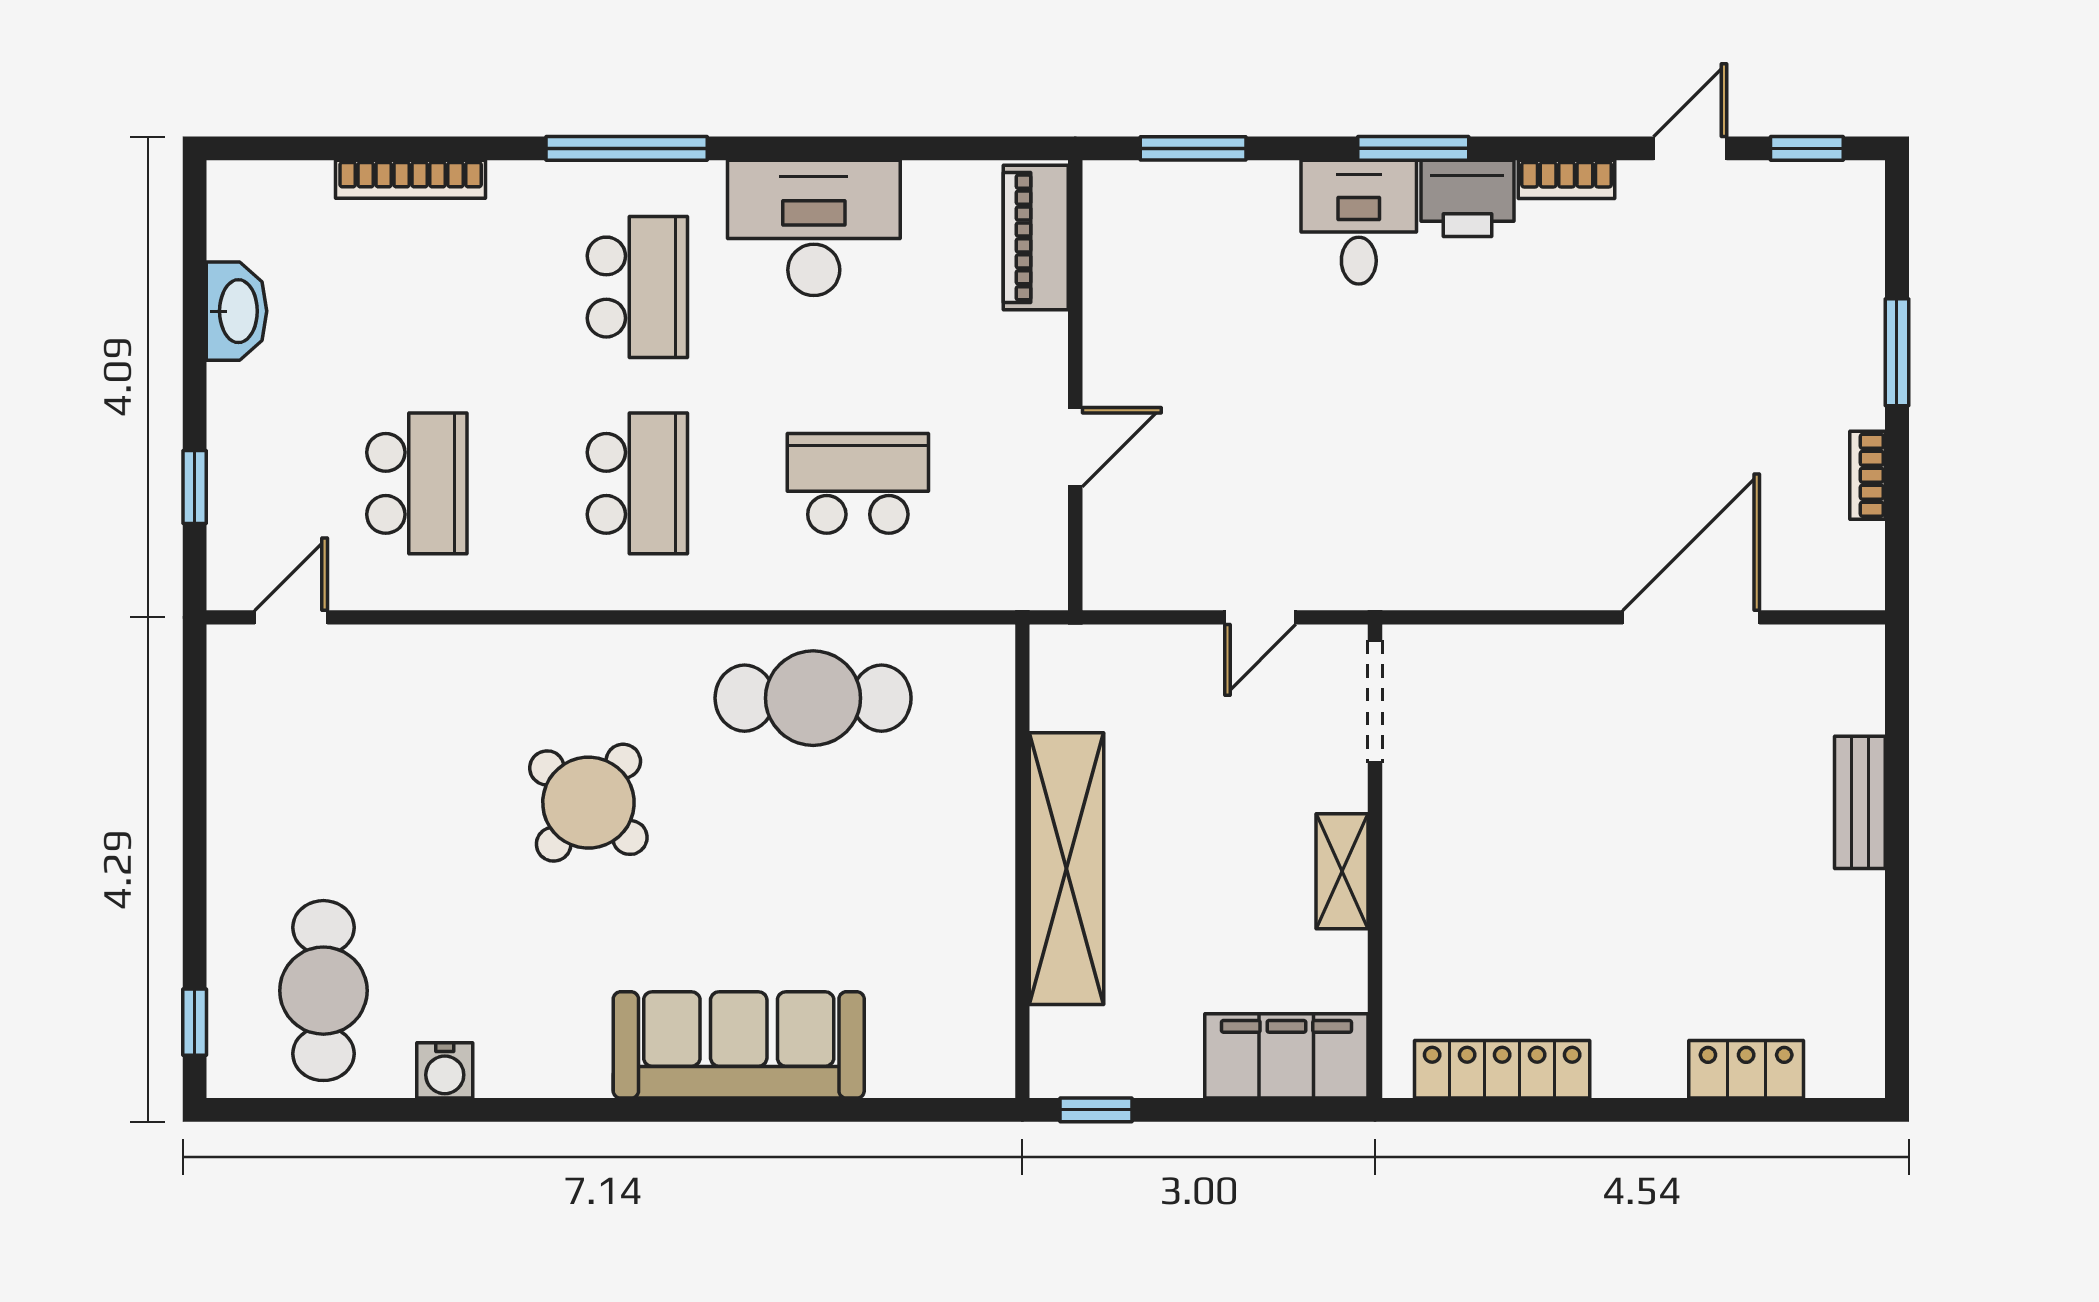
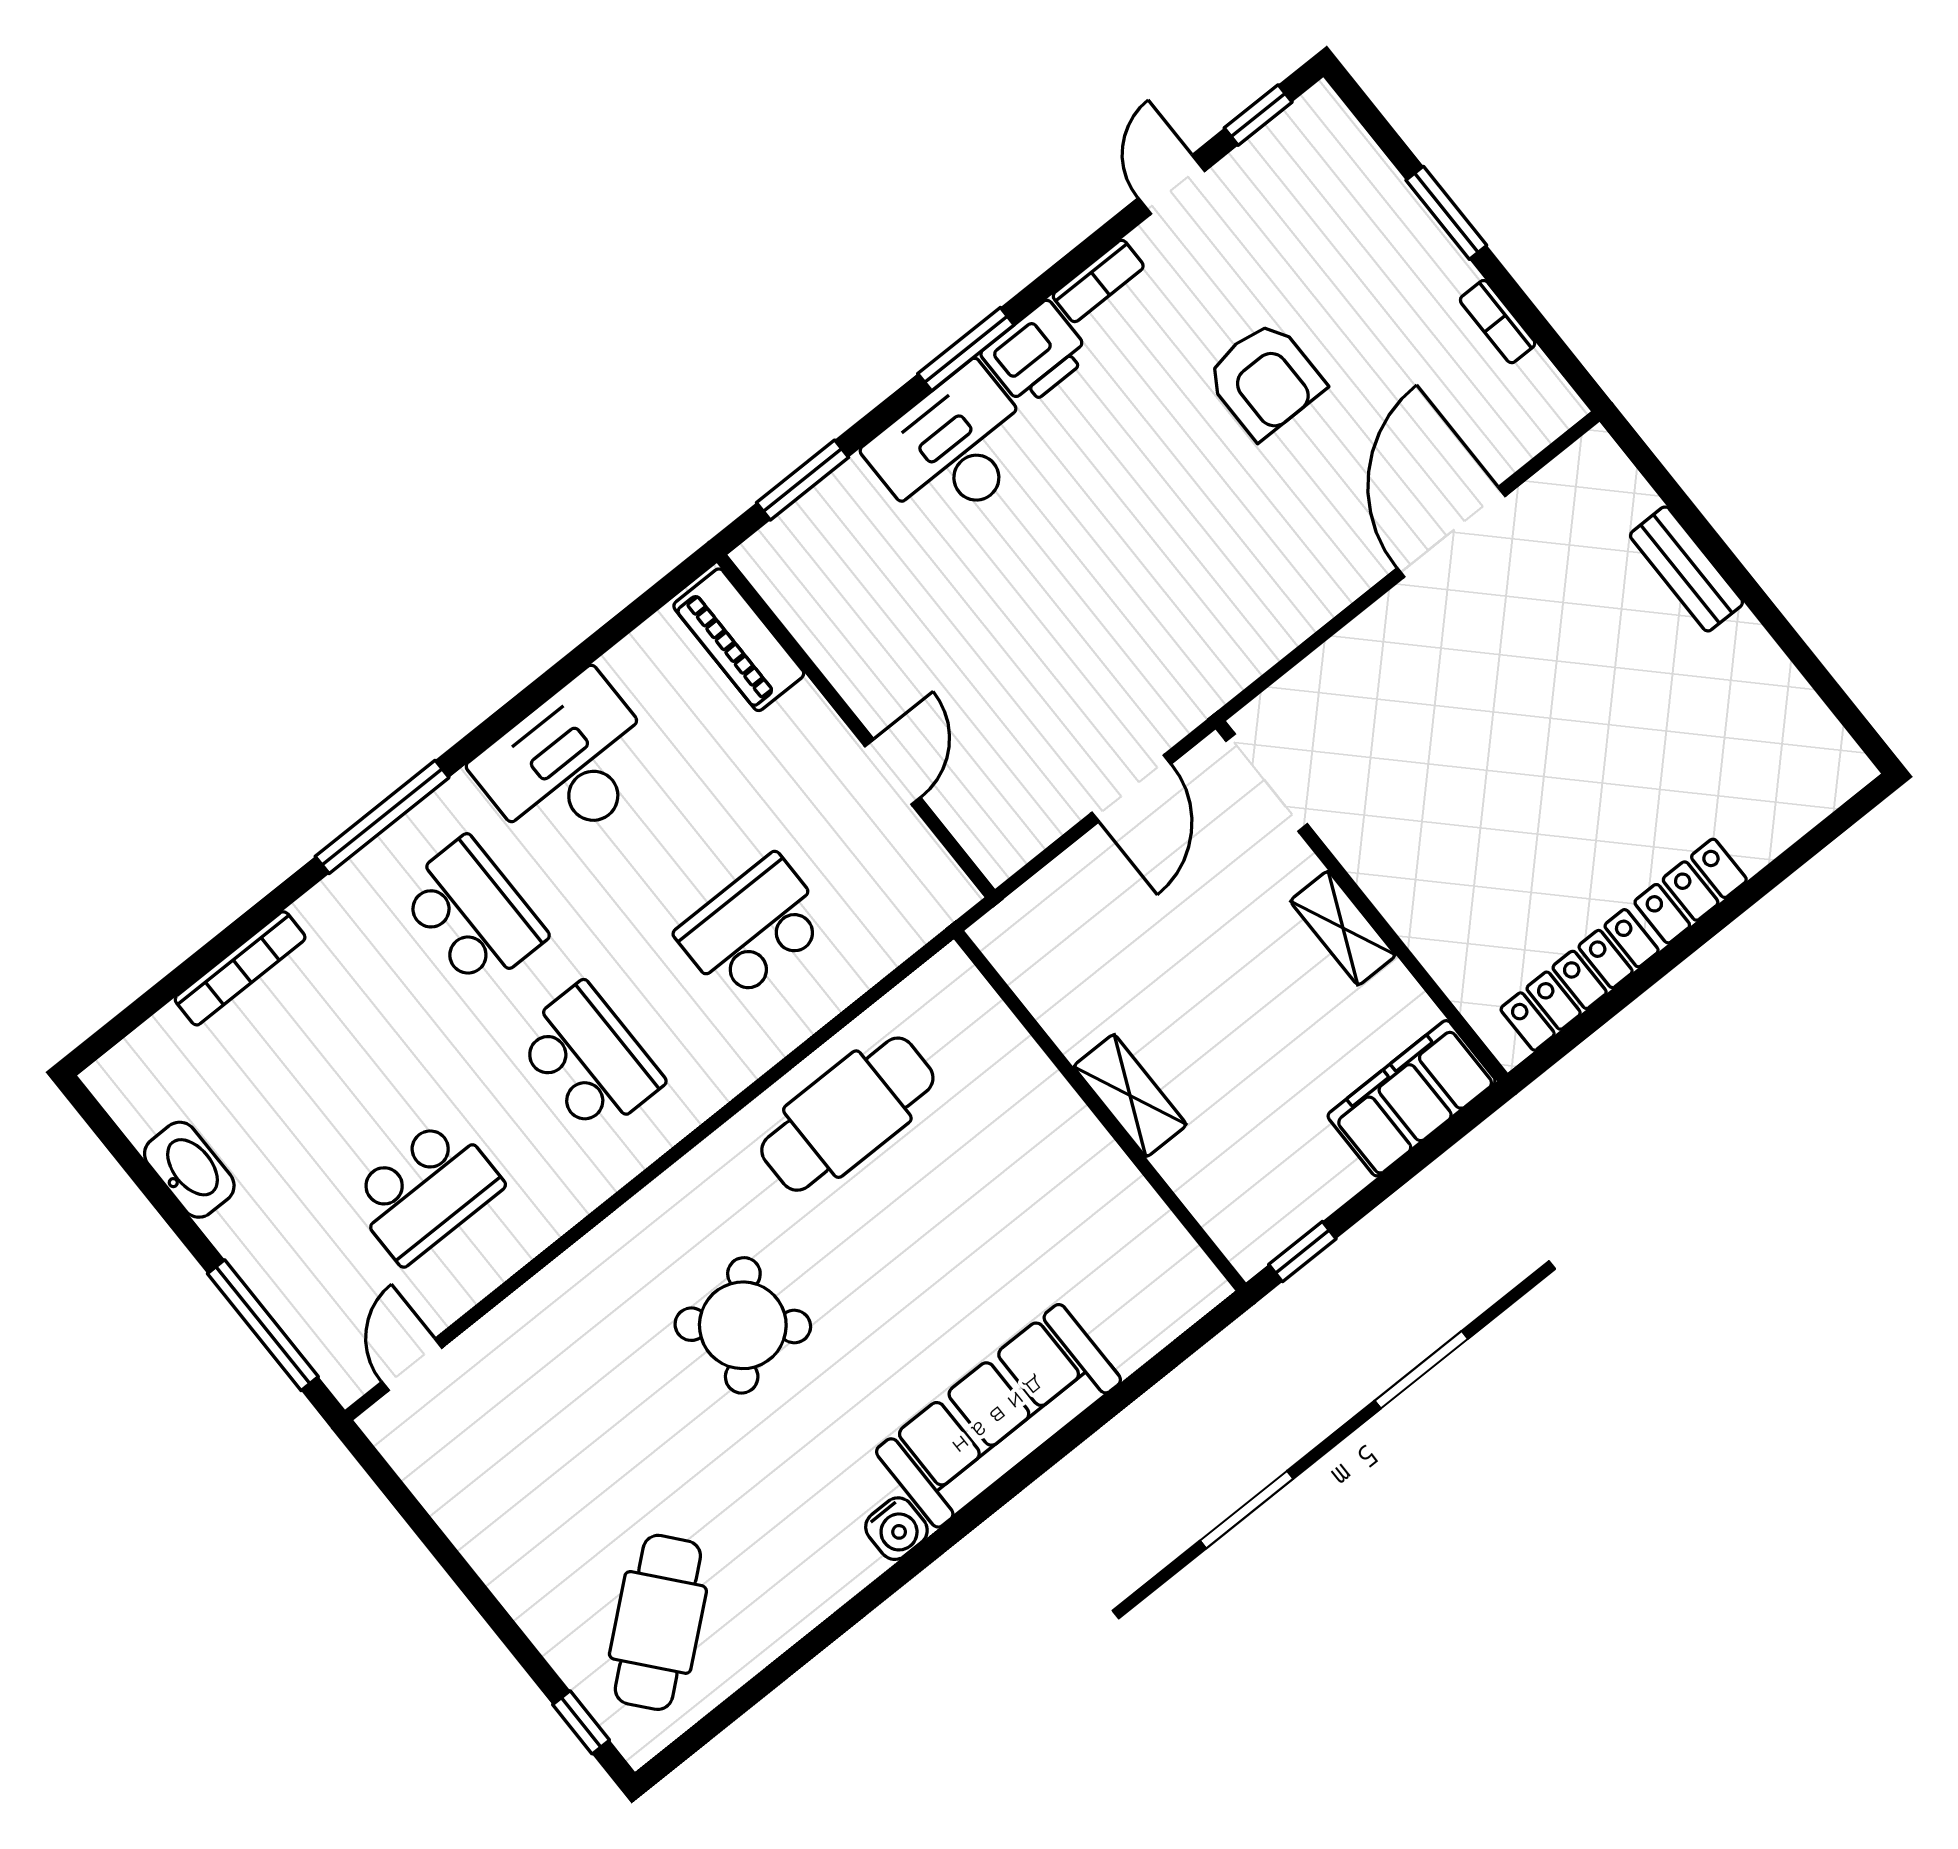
desk: (1359, 222) -> (954, 449), width x1.37
armchair: (1638, 370) -> (1265, 380), added
school desk: (417, 483) -> (426, 1190), turned 90
window: (195, 487) -> (263, 1325), width x2.17
door: (1260, 617) -> (1131, 788), width x1.37
shelving: (1066, 869) -> (1130, 1096), width x0.45, depth x0.75
cafe table: (323, 991) -> (658, 1622), turned 50
locker: (1746, 1069) -> (1691, 891), moved
water cooler: (445, 1070) -> (896, 1529), moved

